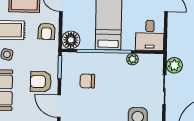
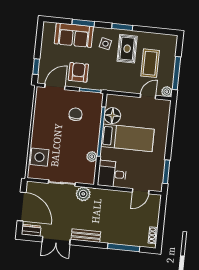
armchair: (46, 31) -> (123, 81), removed
floor lamp: (71, 40) -> (112, 116), moved

